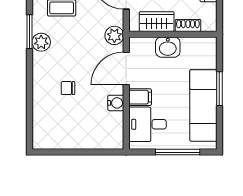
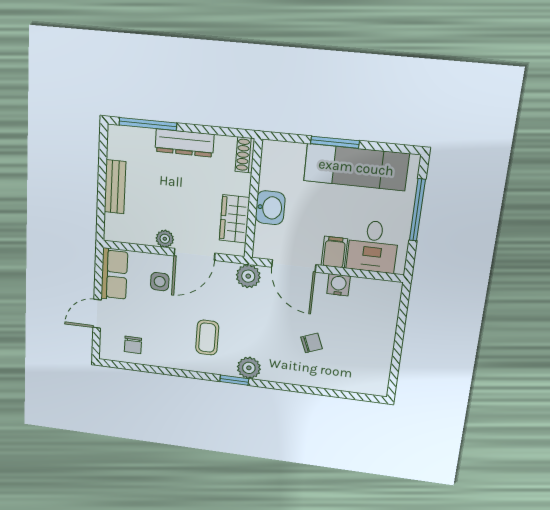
shoe rack: (188, 25) -> (245, 155), moved
window: (29, 32) -> (234, 380), width x0.67
chair: (68, 88) -> (312, 343), turned -112

